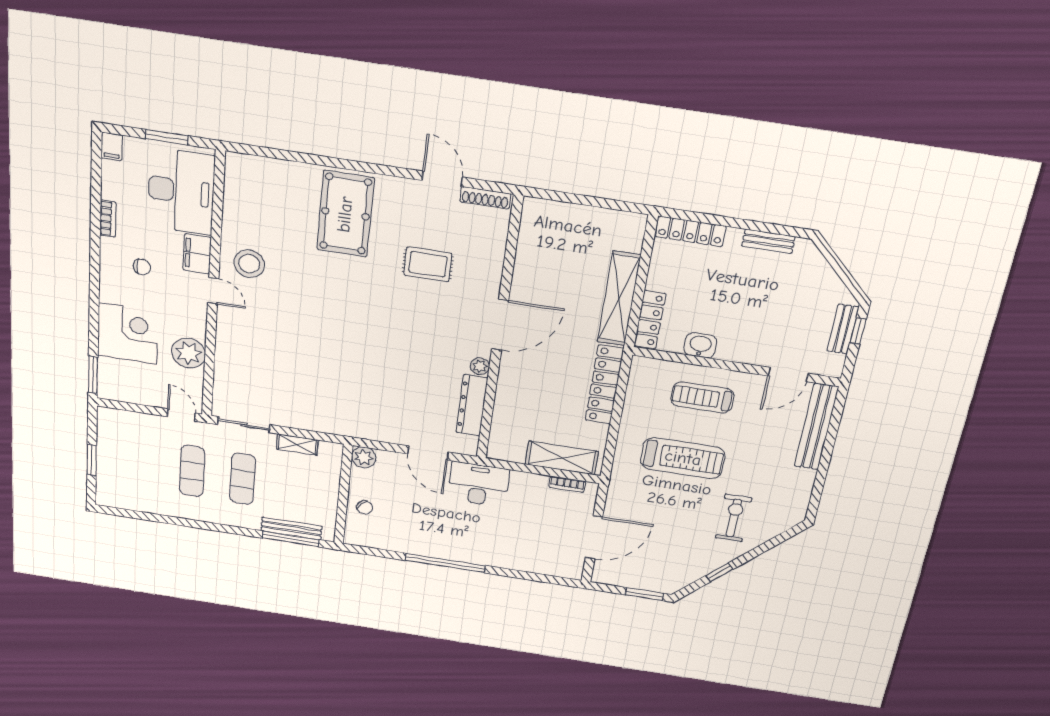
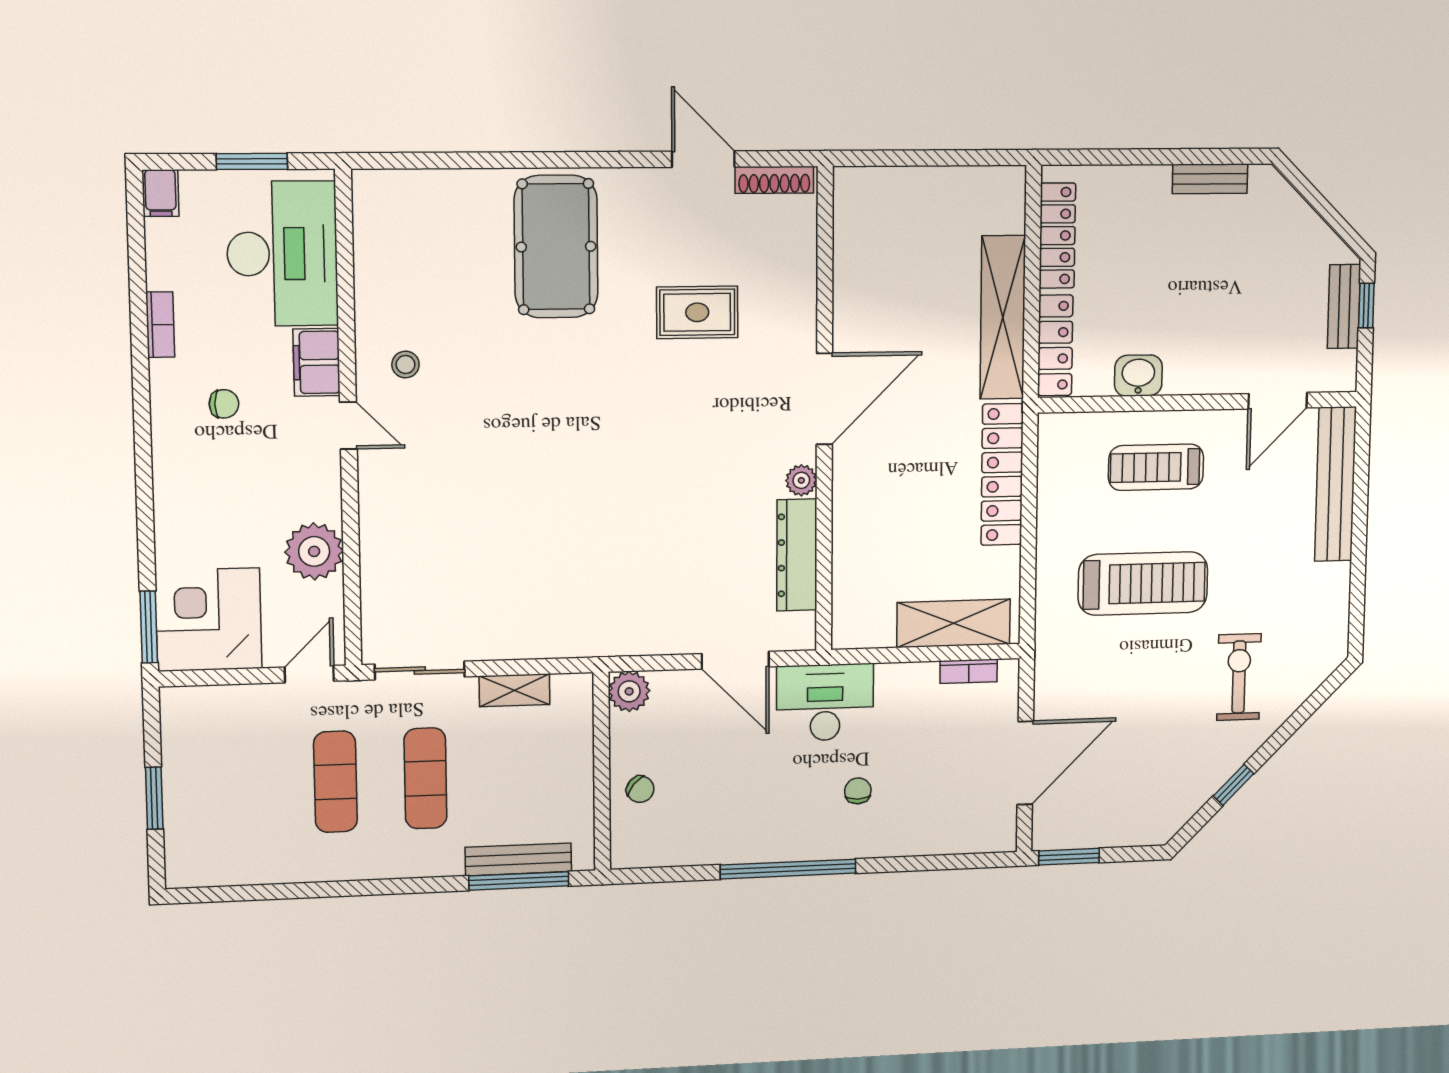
locker: (691, 231) -> (1057, 236), moved, turned -90
stool: (249, 264) -> (405, 365), width x0.53, depth x0.53
corner desk: (128, 334) -> (209, 620), moved, turned -90
door: (181, 415) -> (309, 674), hinge flipped
chair: (492, 532) -> (858, 791), added
window: (644, 594) -> (1069, 857), moved

